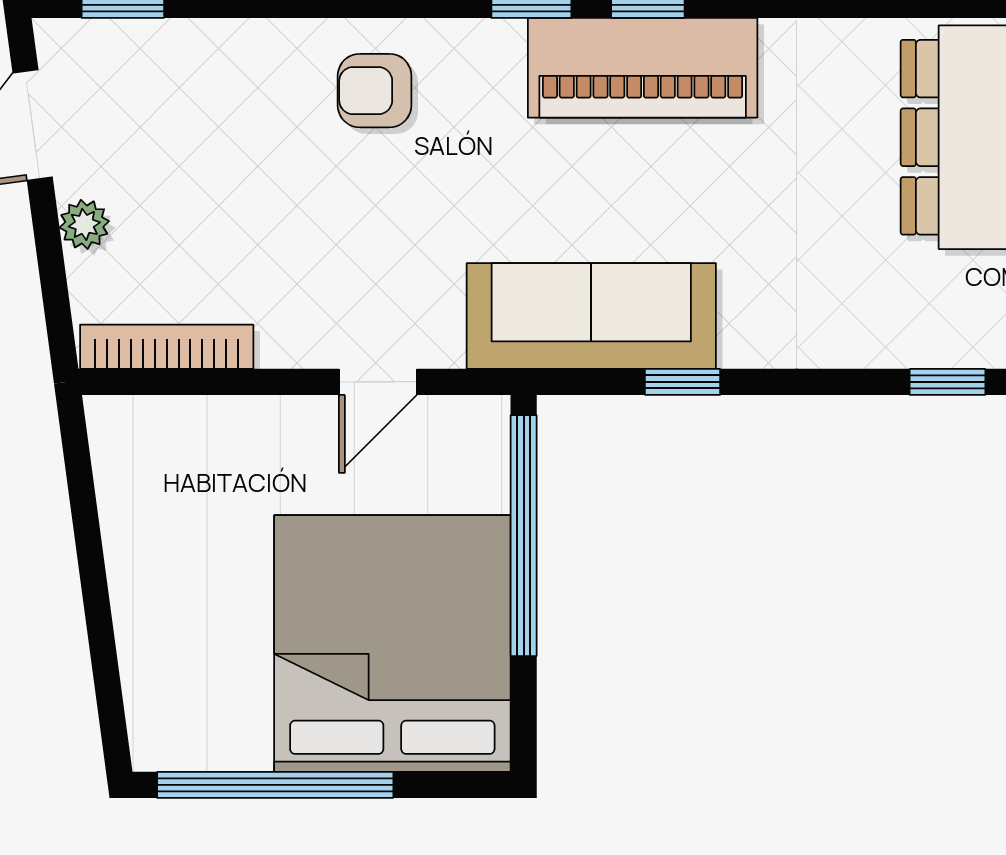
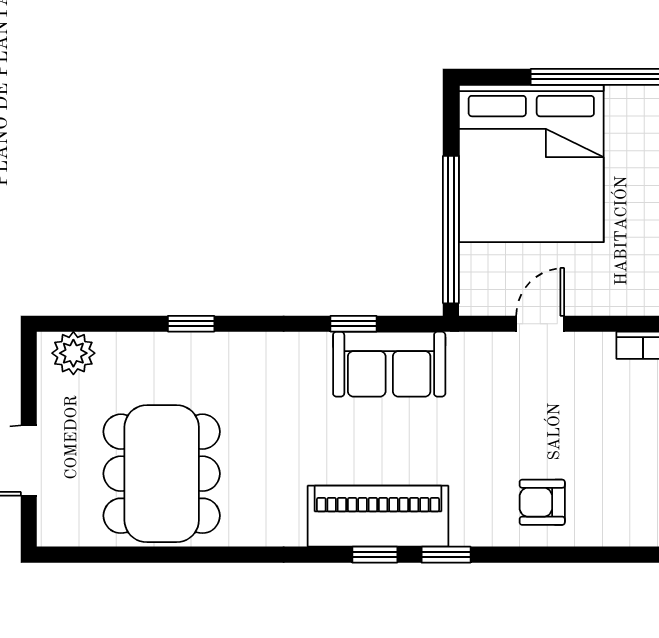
armchair: (375, 91) -> (542, 502), turned 180
sofa: (591, 316) -> (389, 364), width x0.73

